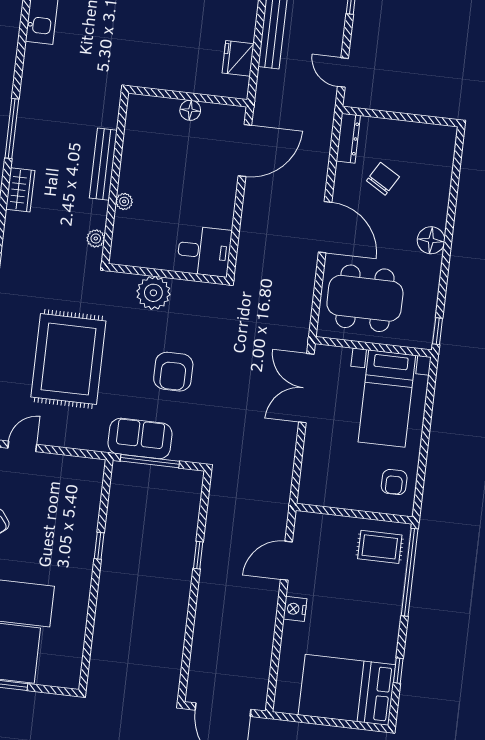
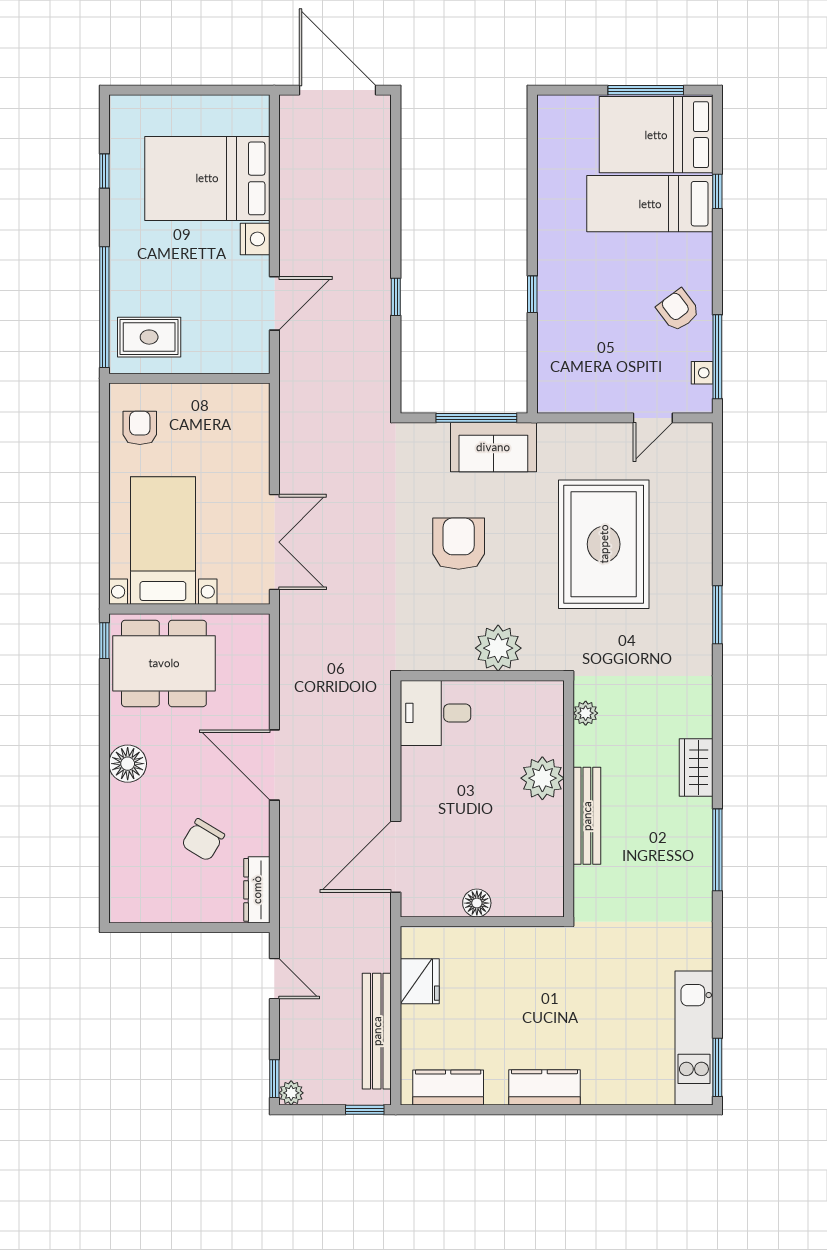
plant: (124, 201) -> (542, 778), width x1.88, depth x1.88
dining table: (365, 298) -> (164, 663), moved
bed: (347, 690) -> (207, 178), moved, turned 180

